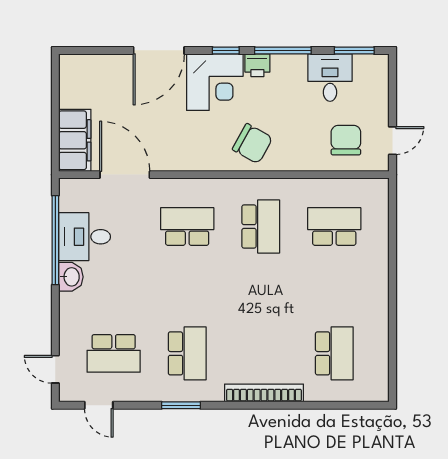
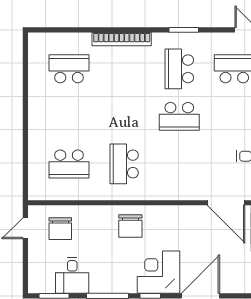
printer: (257, 65) -> (127, 285), removed
chair: (252, 144) -> (130, 226), turned -119
school desk: (187, 226) -> (179, 116), moved
school desk: (334, 353) -> (69, 69), turned 90

